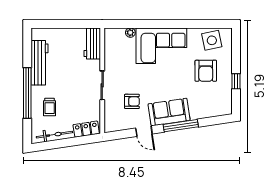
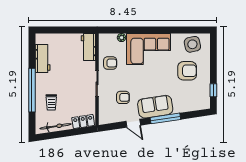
armchair: (117, 62) -> (110, 63), added
workbench: (40, 63) -> (43, 58), width x0.73
armchair: (206, 71) -> (187, 71), turned -90
window: (236, 81) -> (213, 90), moved

